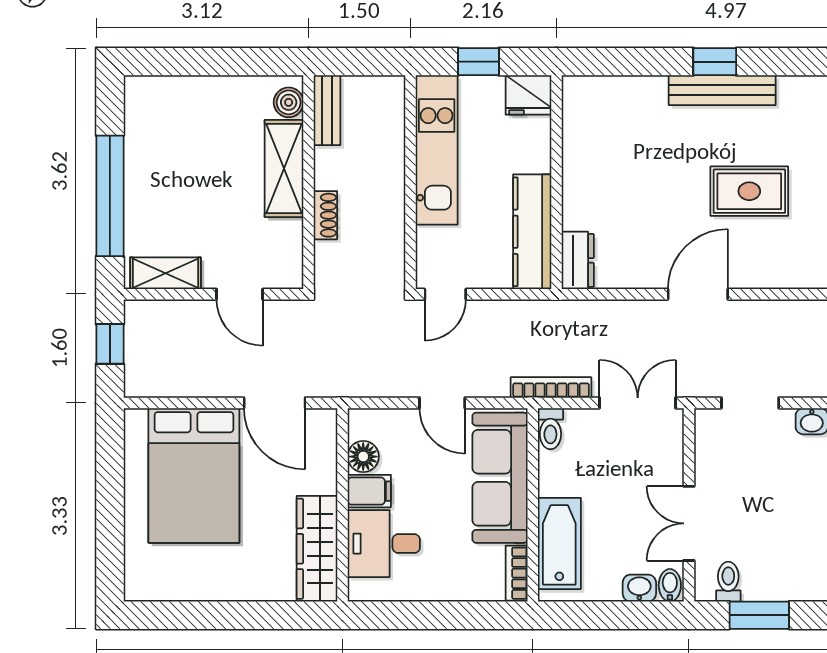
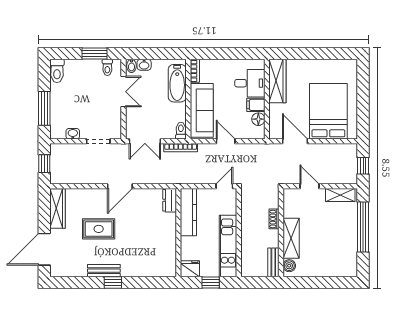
bench: (722, 90) -> (104, 271), width x0.73

